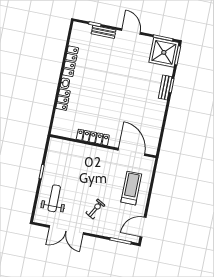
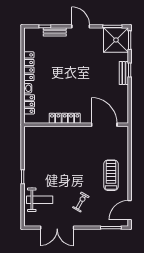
locker: (93, 137) -> (65, 118), moved
wall: (103, 146) -> (76, 125), moved
door: (131, 152) -> (104, 125), moved
weight bench: (54, 198) -> (40, 200), turned 90

